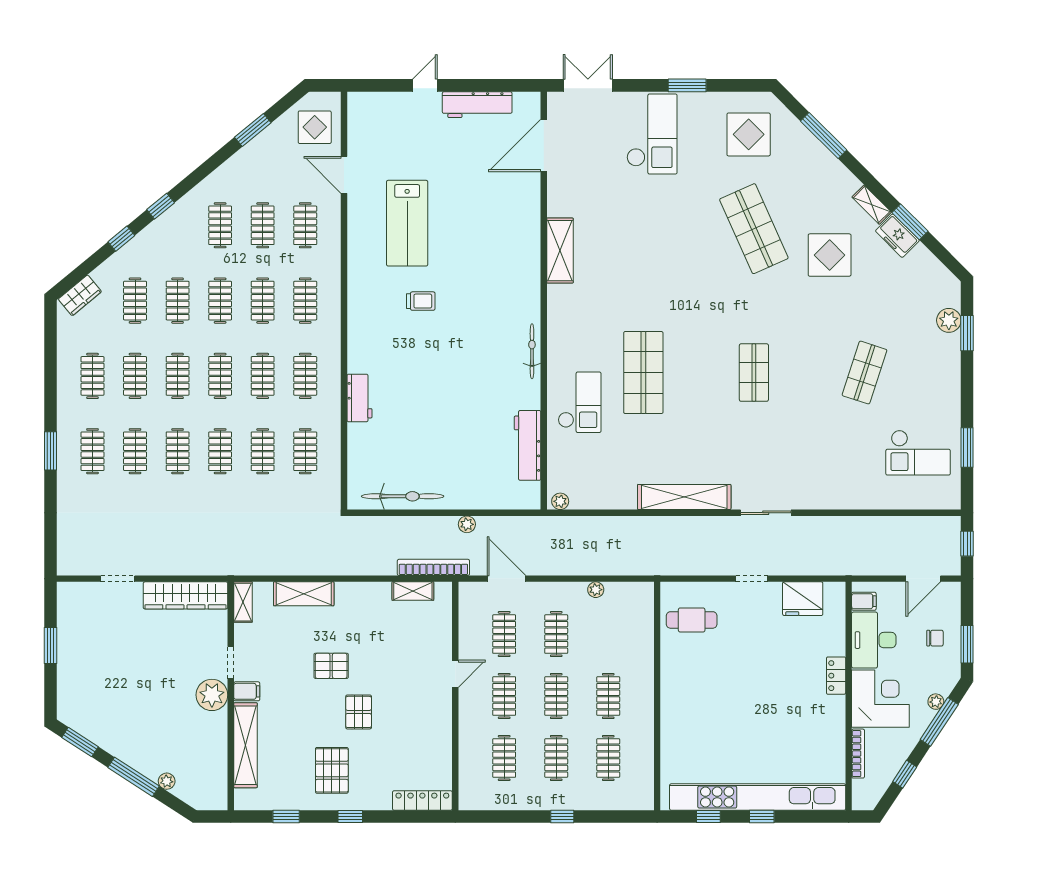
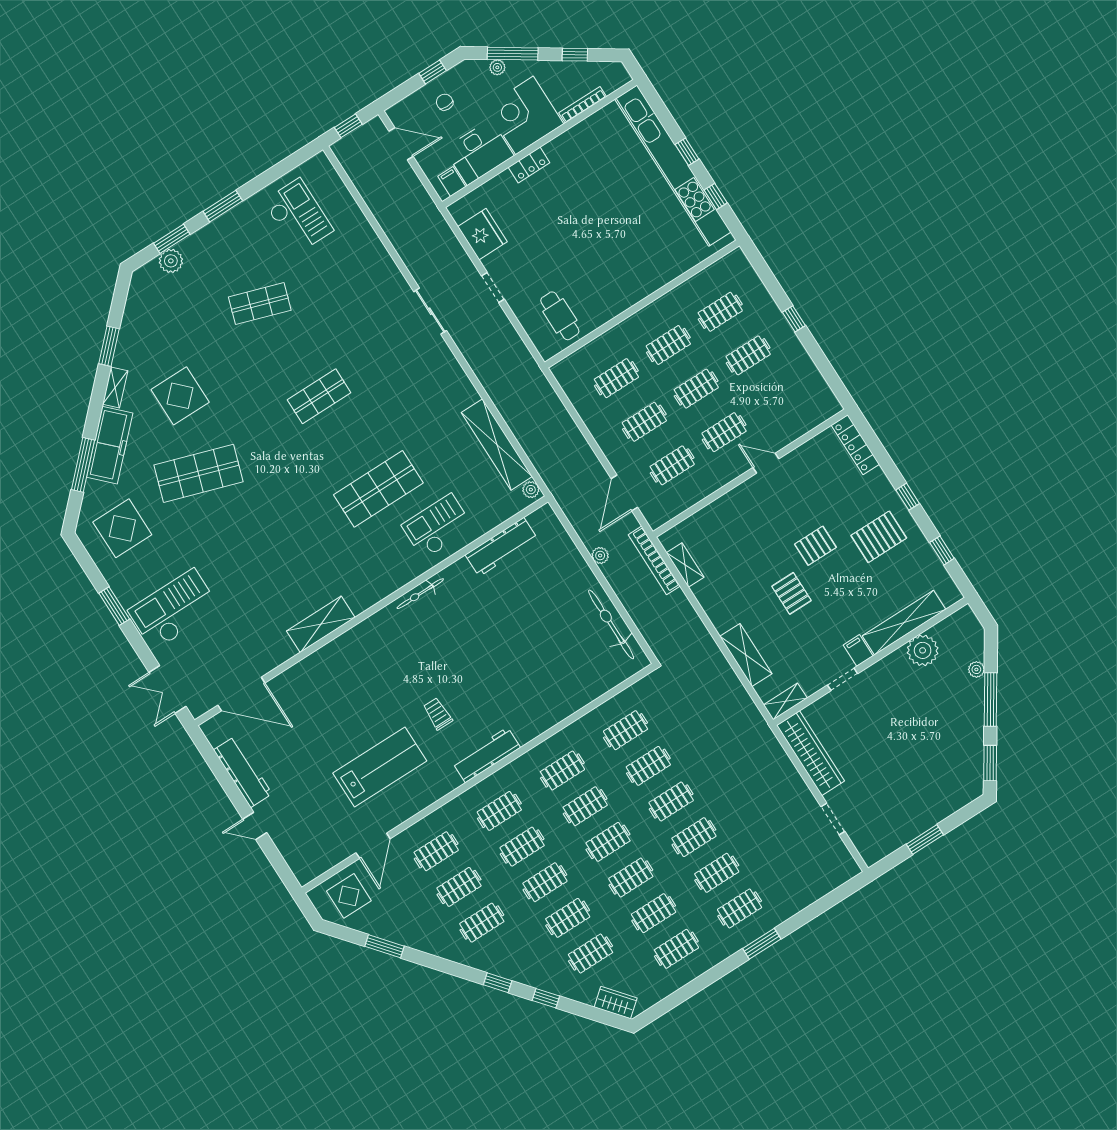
shop shelf: (754, 229) -> (198, 473), turned 42
freezer: (897, 236) -> (110, 445), moved, width x1.91, depth x1.26
workbench: (359, 398) -> (486, 755), moved, width x1.38
window: (967, 448) -> (223, 206), moved
shelving: (684, 497) -> (497, 444), moved
plant: (596, 590) -> (586, 412), removed
window: (967, 644) -> (433, 72), width x0.67
door: (455, 674) -> (766, 463), moved
plant: (212, 695) -> (923, 650), moved
clothes rail: (504, 758) -> (616, 378), moved

